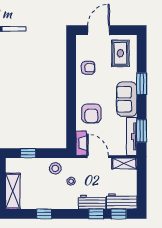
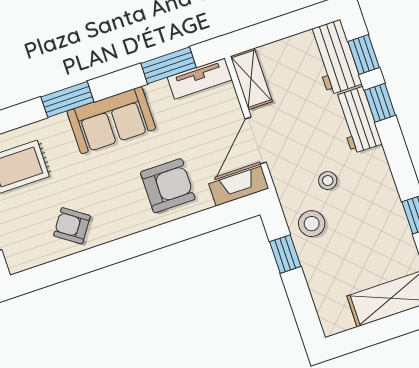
armchair: (88, 68) -> (72, 226), turned -55
tv unit: (132, 137) -> (200, 79), width x0.71
window: (28, 153) -> (285, 254), moved

